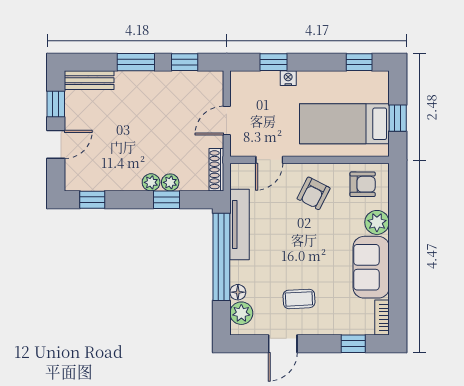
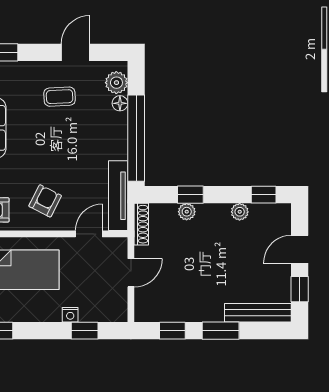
bench: (89, 80) -> (258, 313), width x1.36
plant: (151, 182) -> (240, 212), moved
tv unit: (240, 224) -> (118, 196), moved

